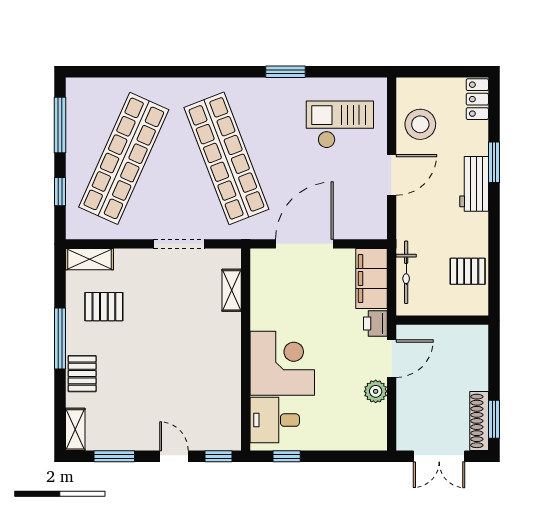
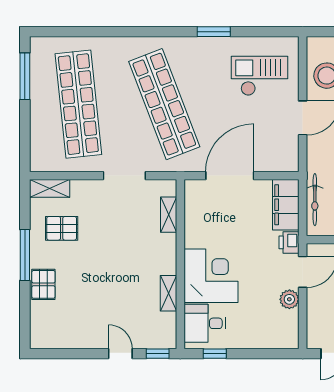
shop shelf: (124, 158) -> (78, 104), turned -30
window: (60, 192) -> (25, 132), removed
shelving: (75, 429) -> (169, 293), moved
window: (114, 456) -> (70, 354), removed

